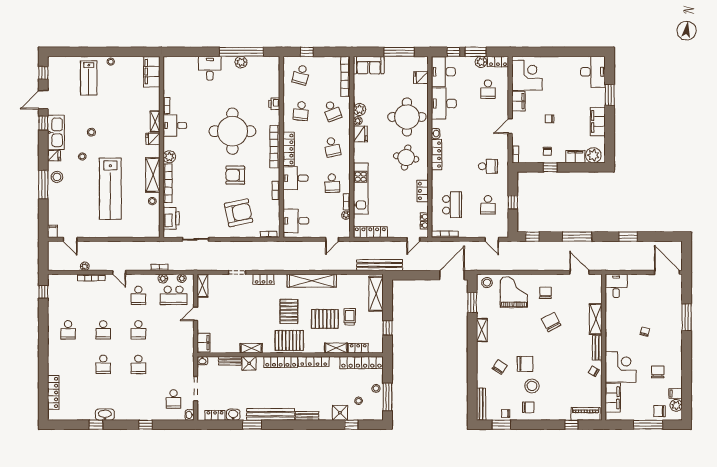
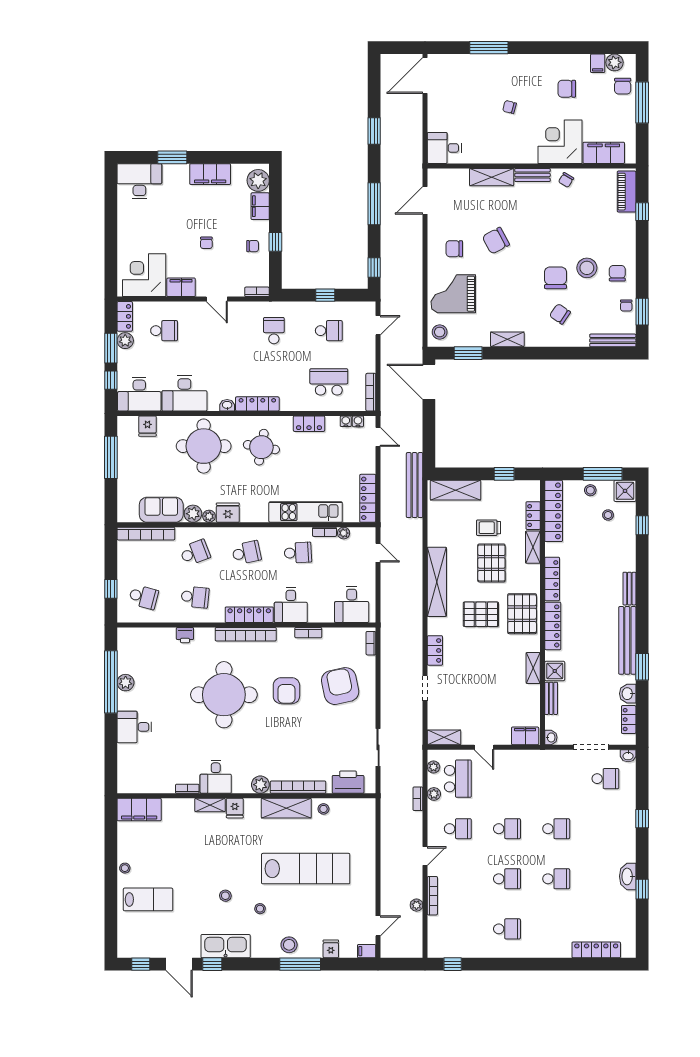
sofa: (369, 65) -> (161, 510), moved, turned -90
fridge: (54, 156) -> (331, 949), moved
shower: (340, 413) -> (625, 491), moved

